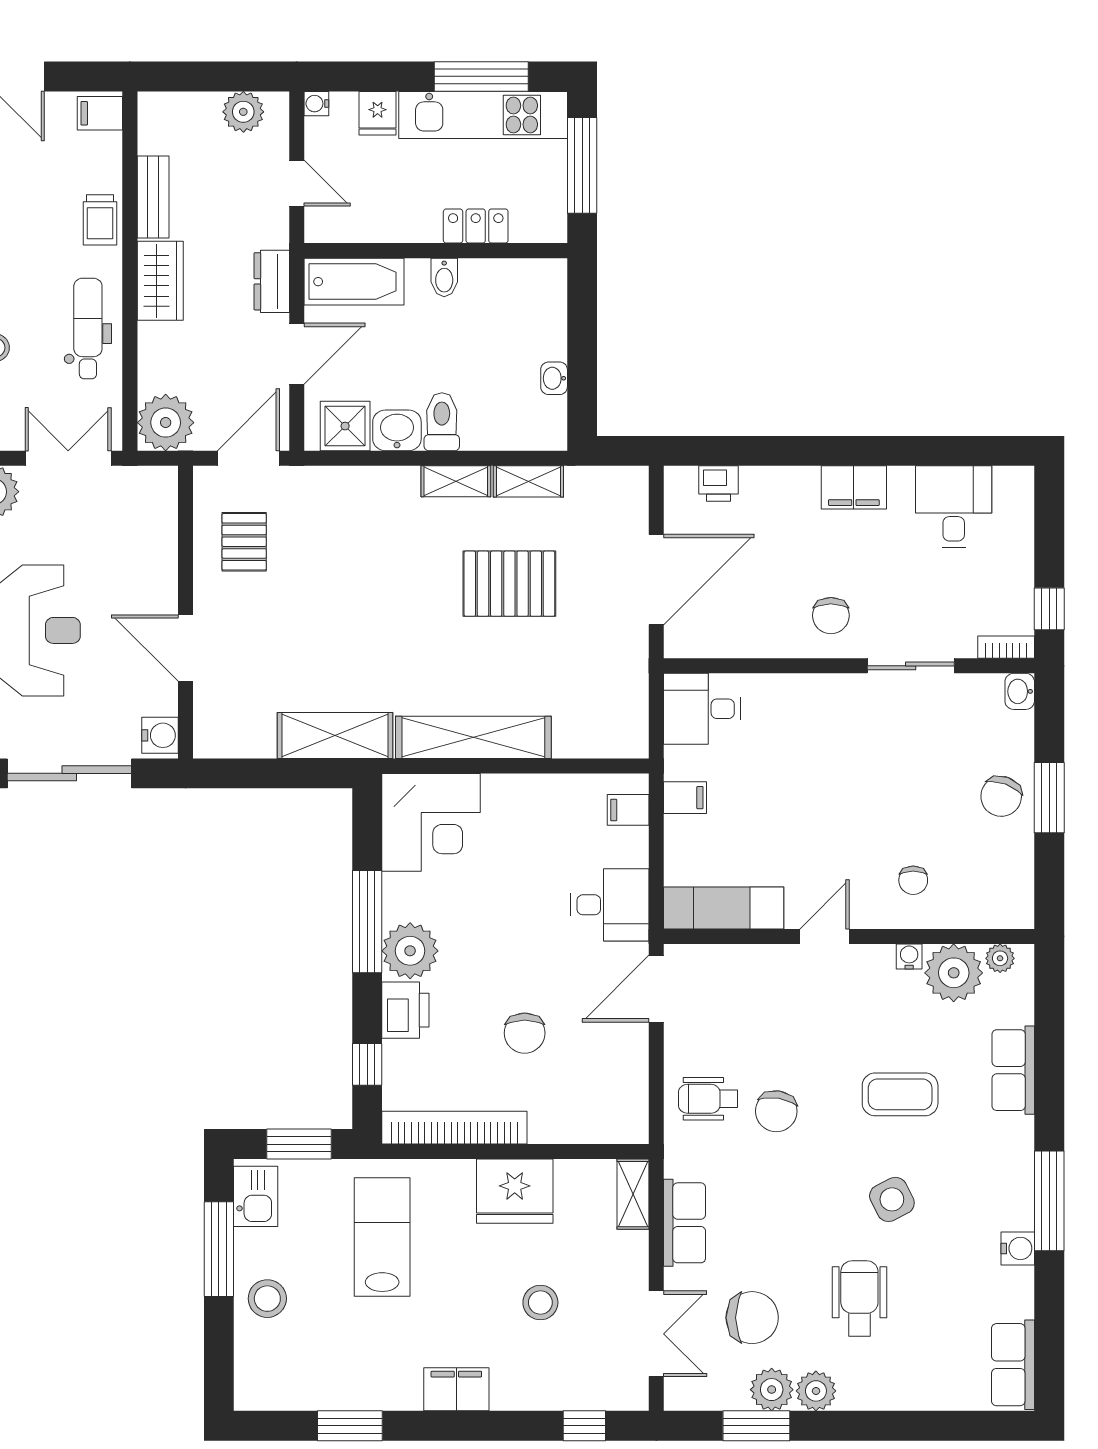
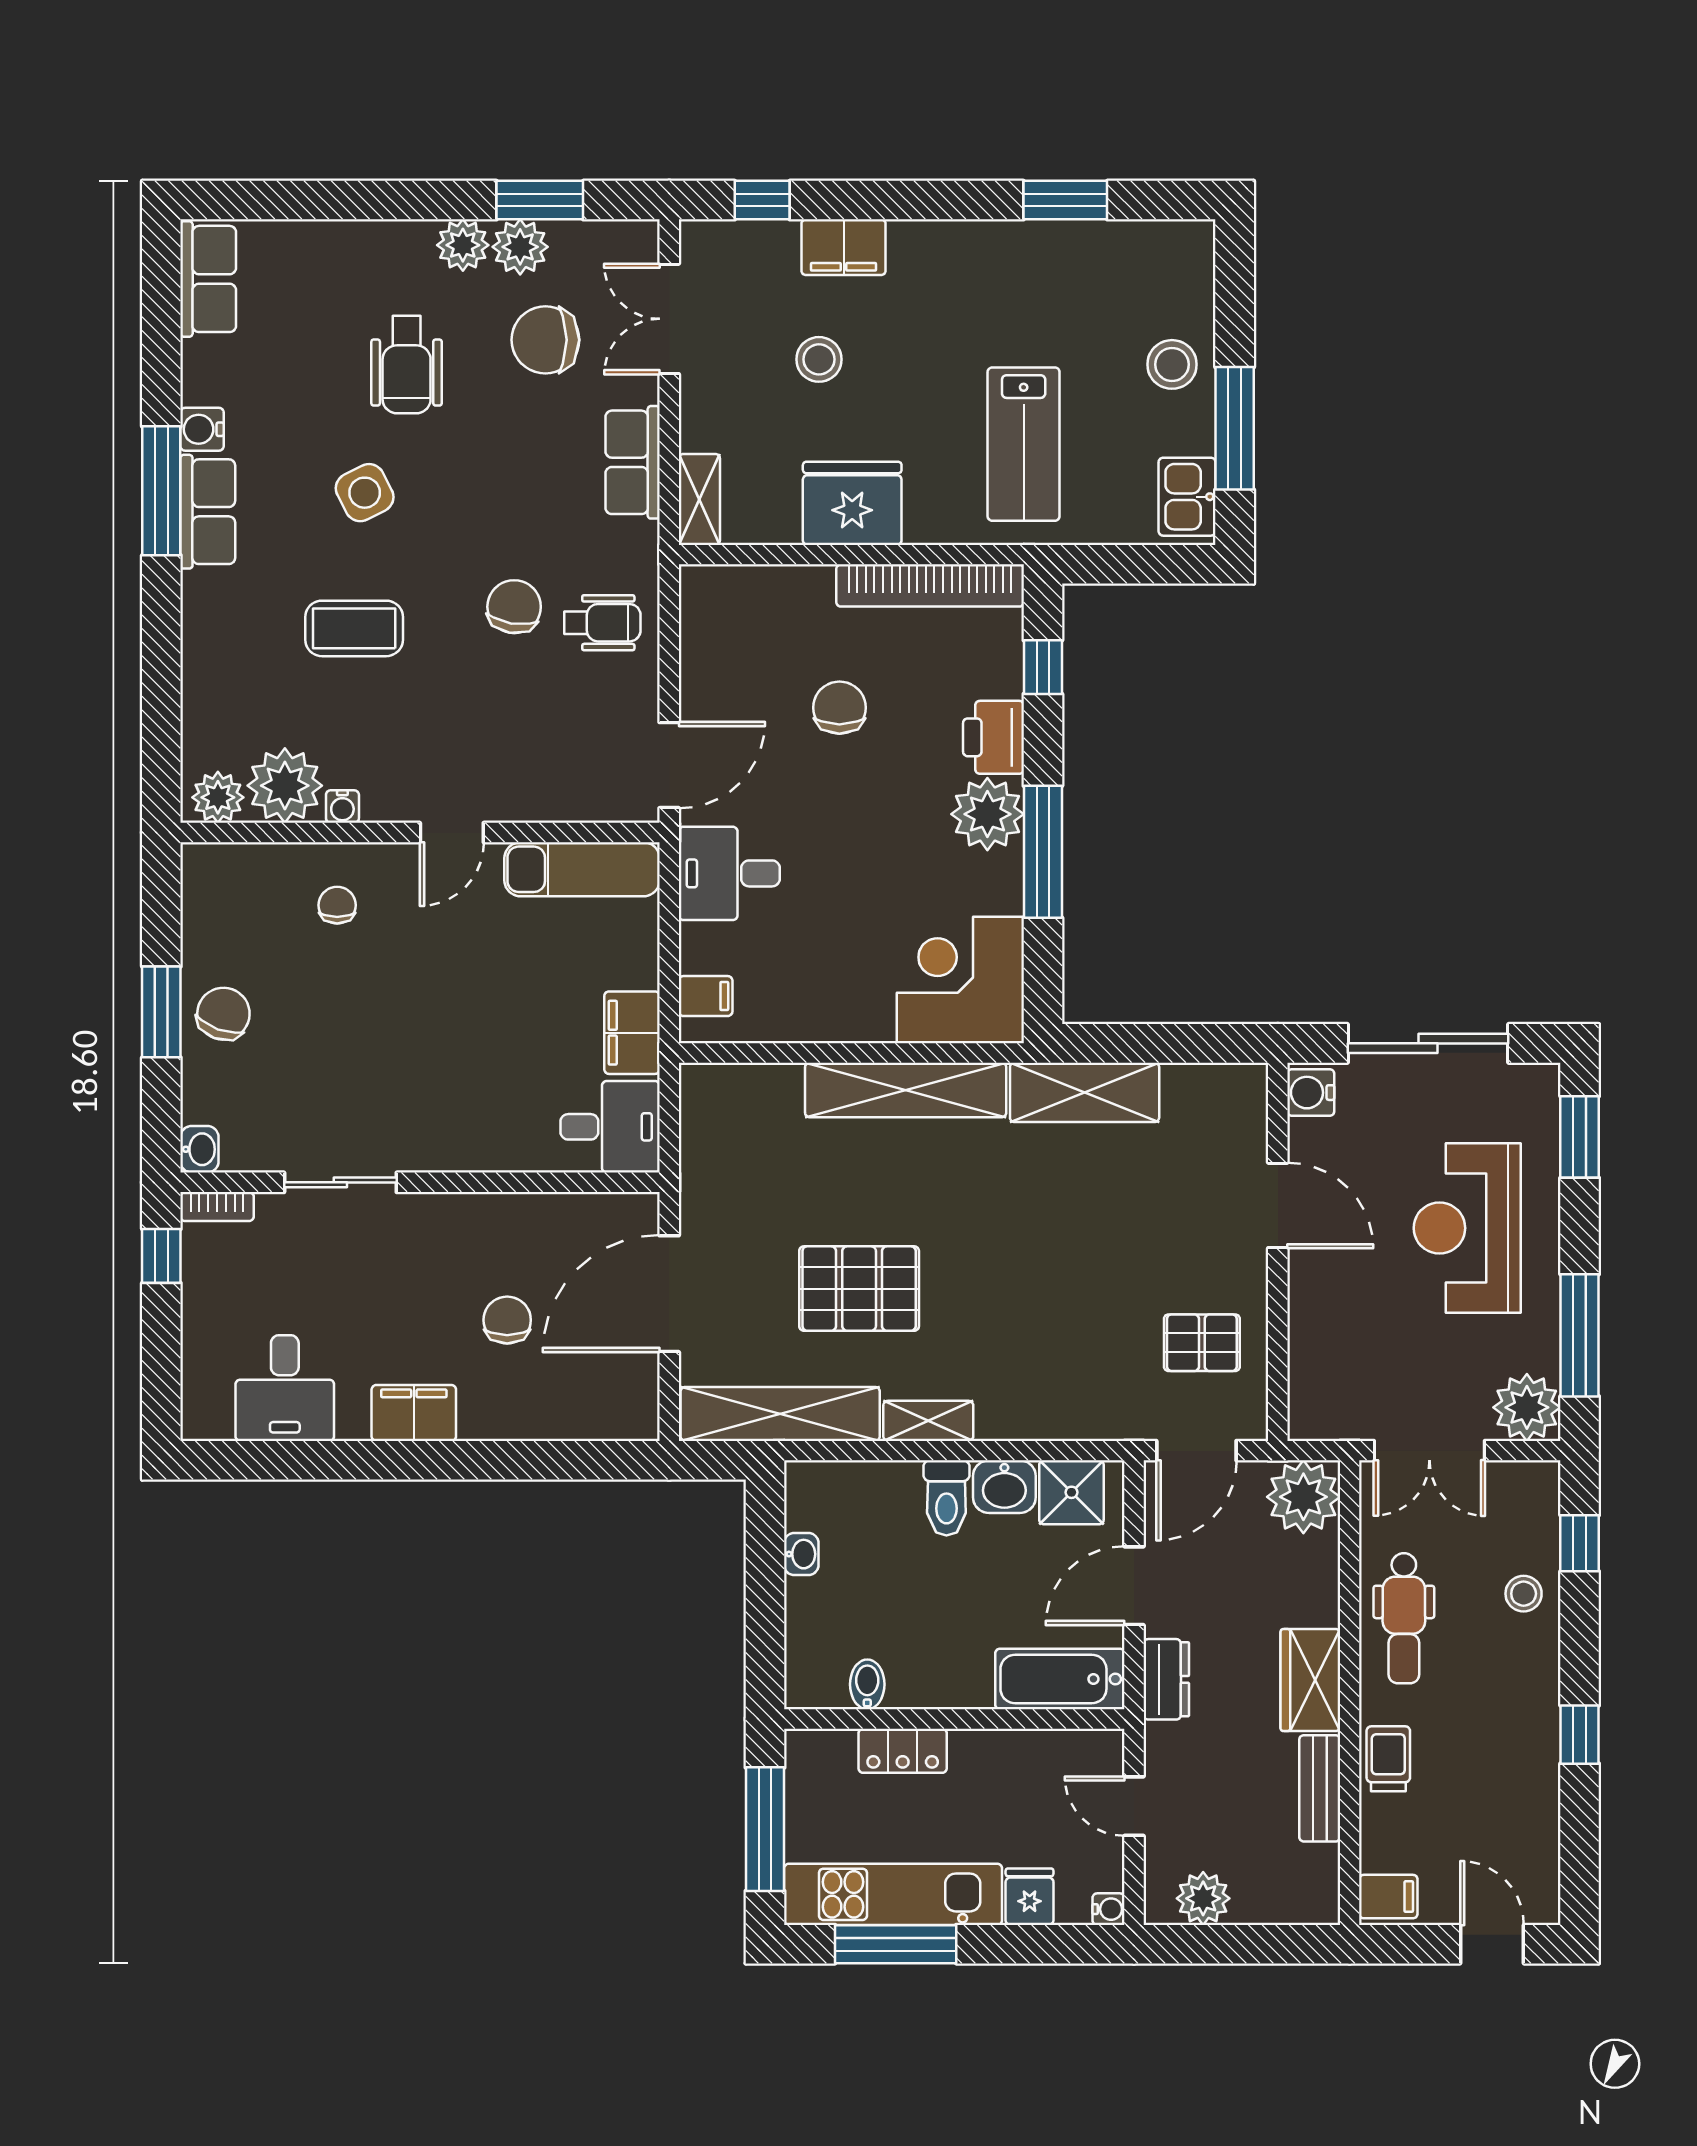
bidet: (444, 277) -> (867, 1684), moved
shelving: (528, 481) -> (780, 1414), width x2.20, depth x1.33
printer: (719, 483) -> (589, 1418), removed
pallet: (244, 542) -> (1202, 1343), turned 90
chair: (831, 616) -> (507, 1320), moved
filing cabinet: (685, 798) -> (632, 1033), width x2.00
plant: (1000, 958) -> (218, 797), width x1.38, depth x1.38
row of seats: (1013, 1070) -> (208, 512), moved
window: (299, 1144) -> (1131, 564), removed
filing cabinet: (456, 1389) -> (844, 247), moved

